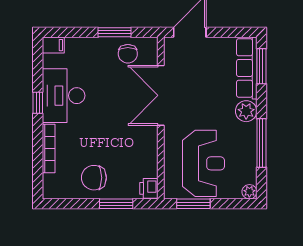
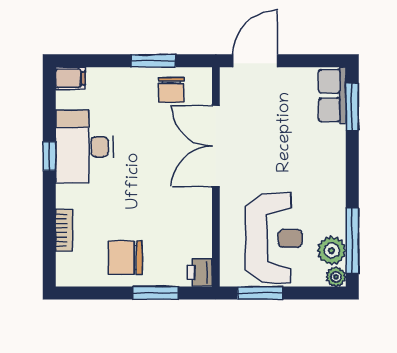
row of seats: (247, 68) -> (332, 96), width x0.68
plant: (246, 111) -> (332, 251), moved
window: (261, 143) -> (352, 241), moved
bookcase: (49, 148) -> (64, 230), width x0.64

